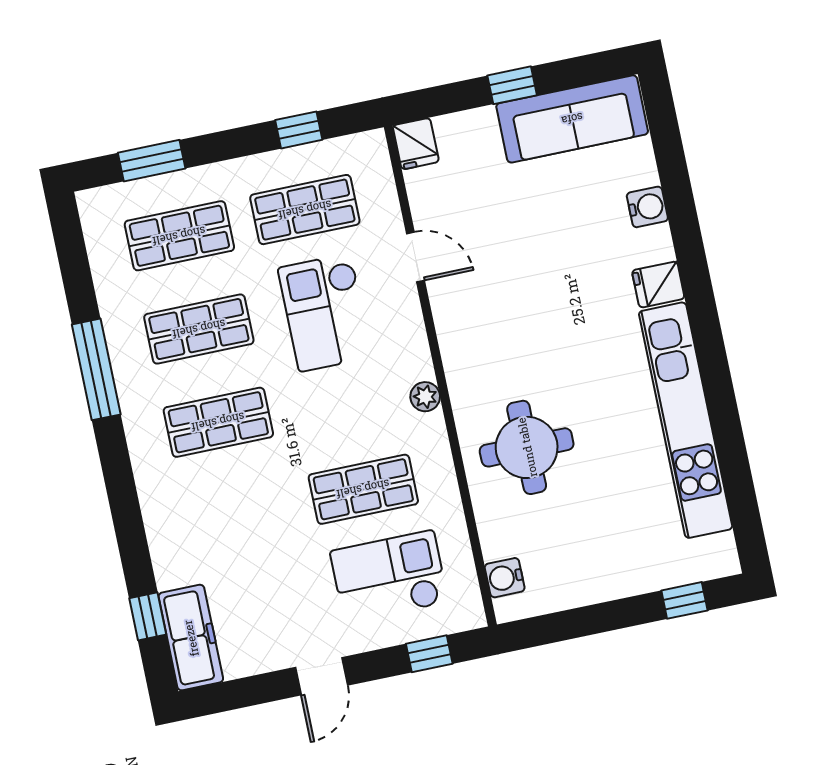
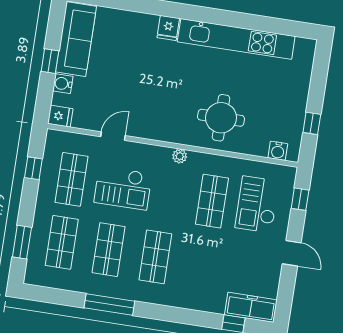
water cooler: (647, 207) -> (63, 84), moved, turned -90
window: (684, 600) -> (312, 123), moved

